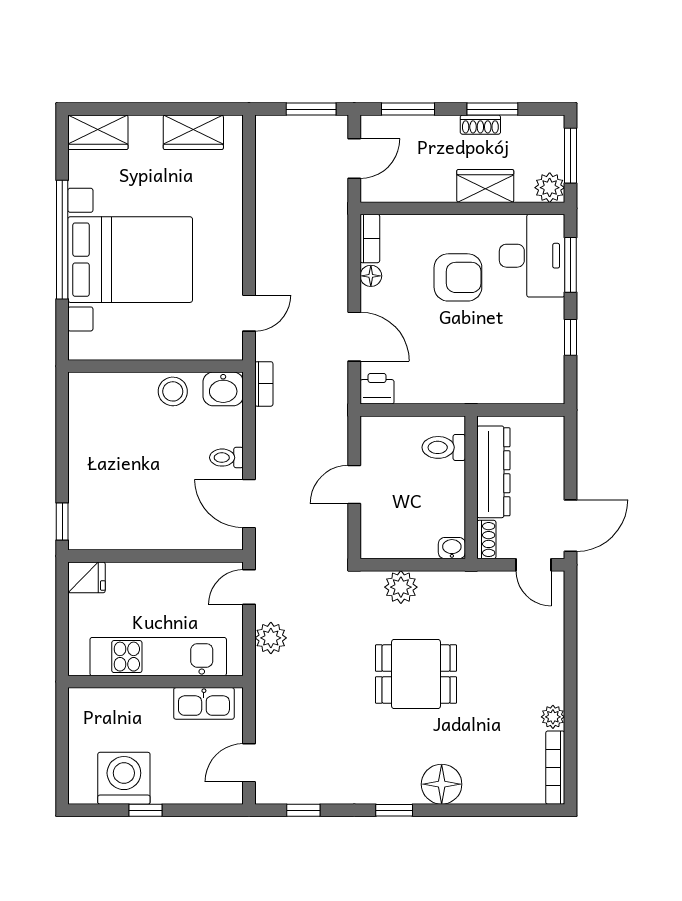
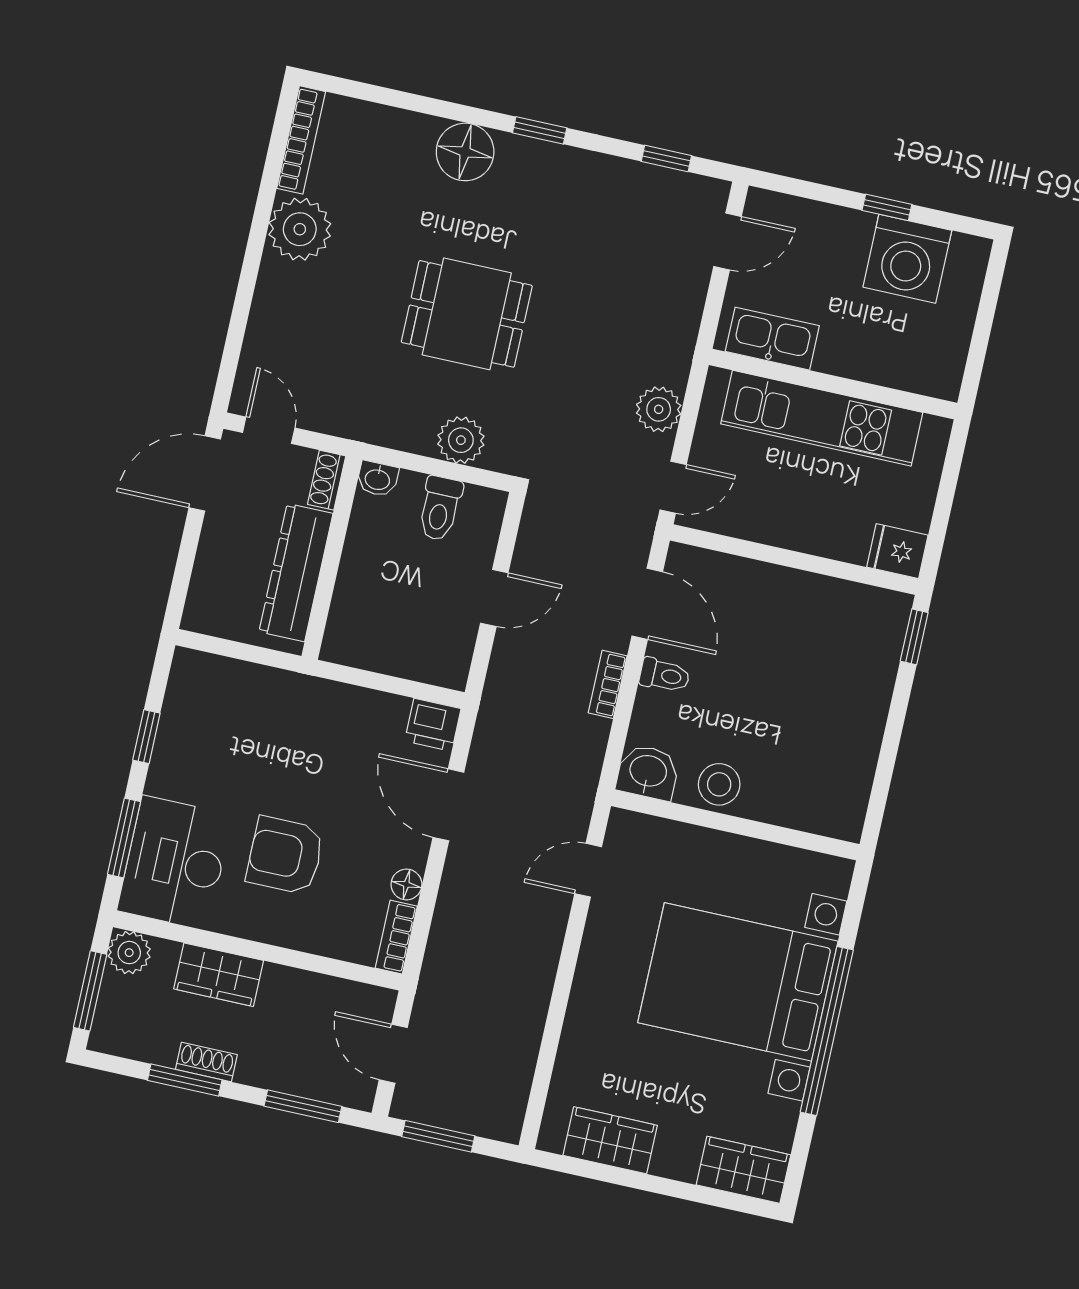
door: (354, 159) -> (393, 1054), hinge flipped
bookcase: (264, 384) -> (608, 684), moved
toilet: (444, 447) -> (440, 508), moved, turned 90
plant: (553, 717) -> (300, 229), width x1.88, depth x1.88

